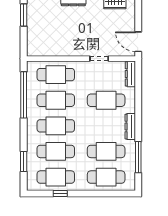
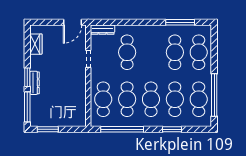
dresser: (130, 127) -> (152, 30), removed
window: (24, 162) -> (172, 129), moved
window: (60, 194) -> (214, 95), width x3.17

